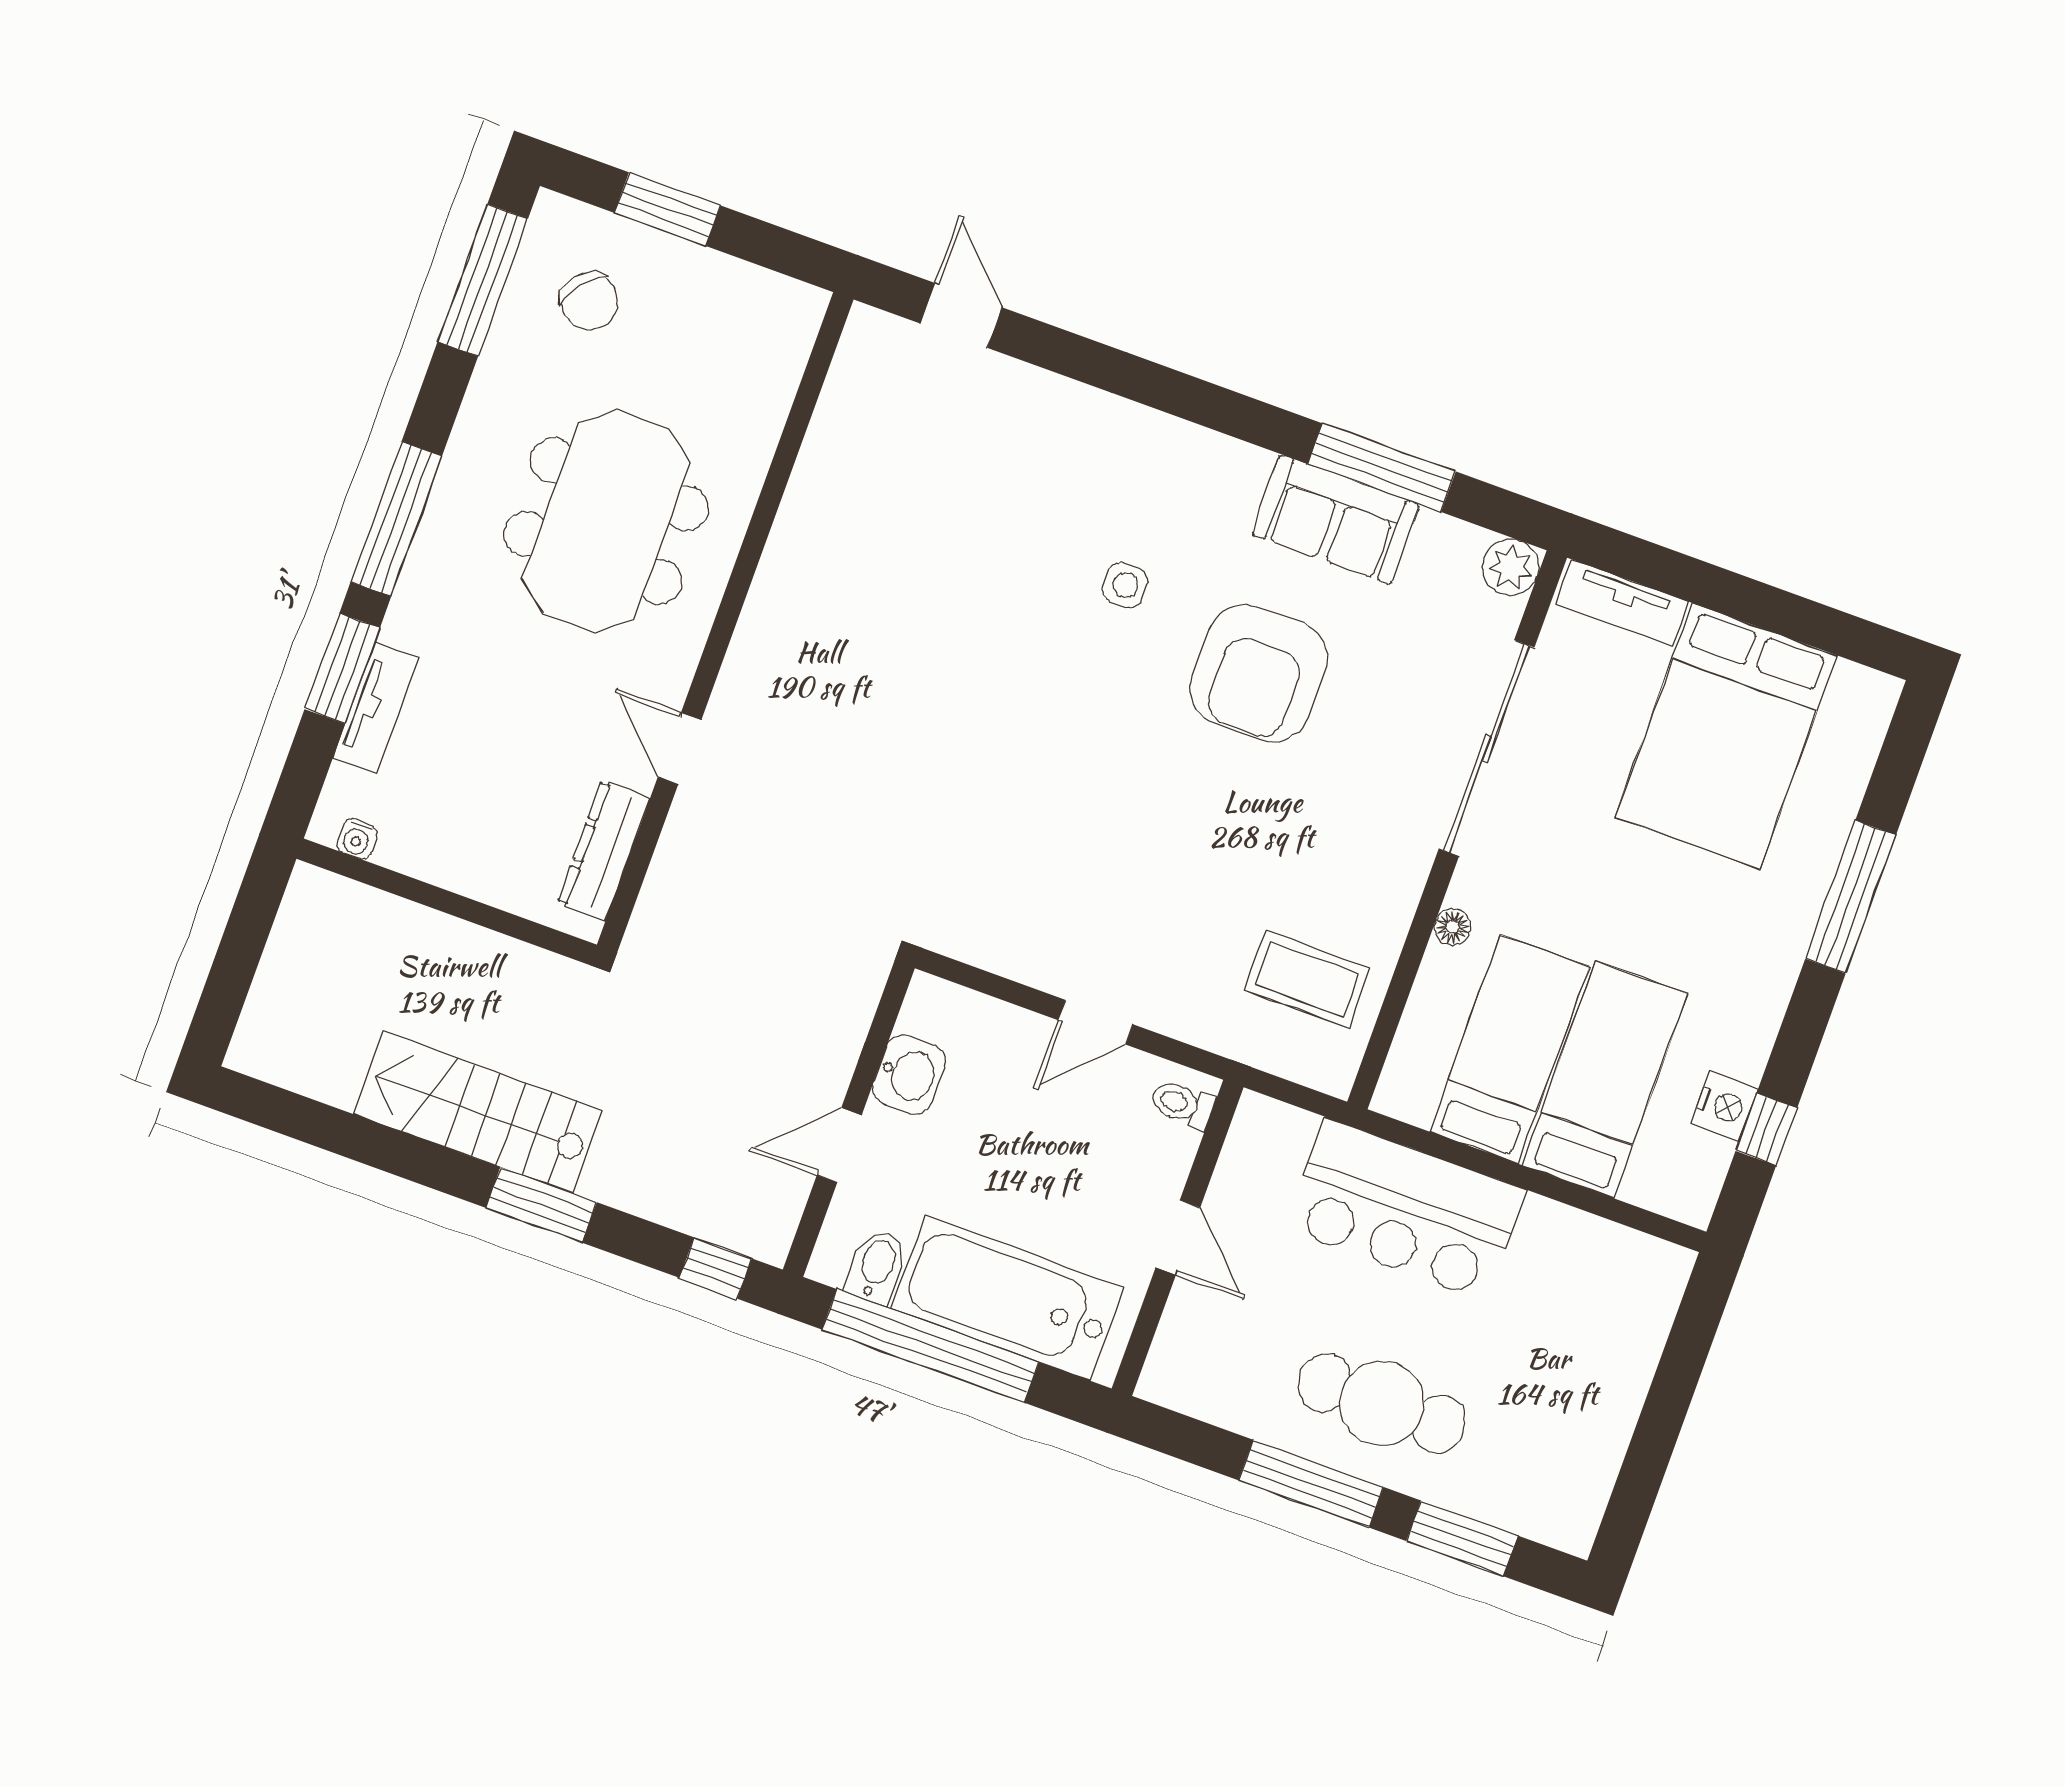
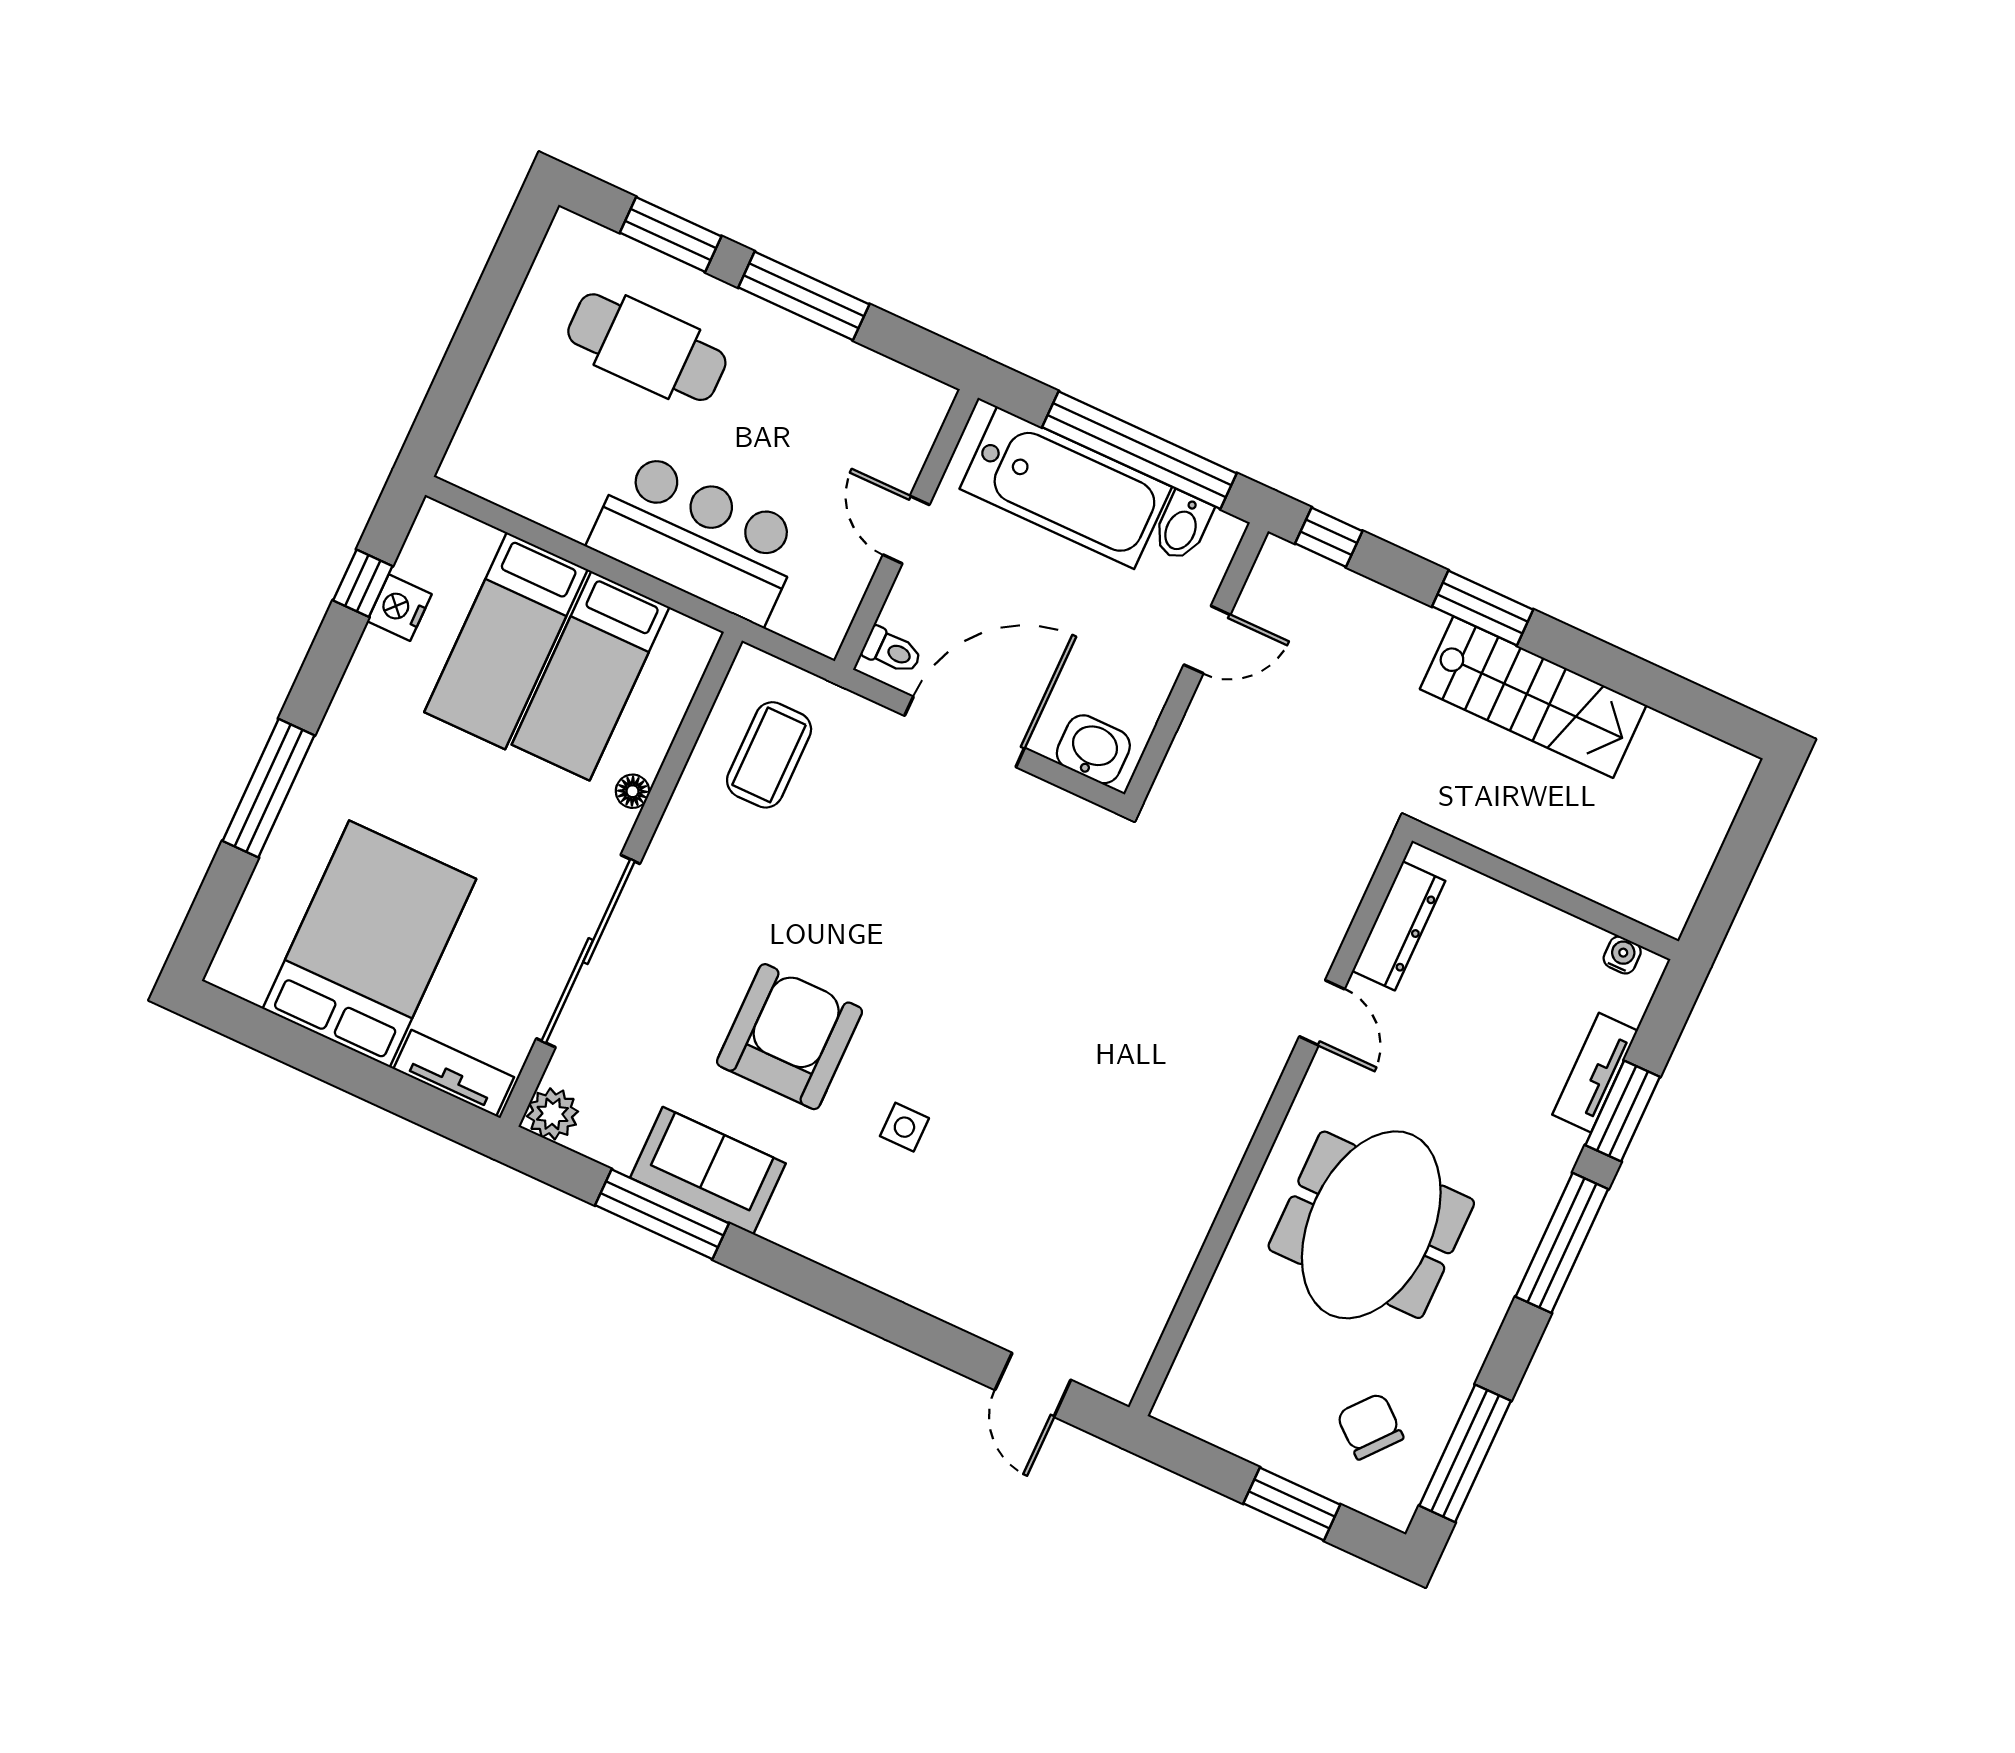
coffee table: (1307, 979) -> (769, 755), turned 90
door: (1096, 1022) -> (965, 732), width x1.87
washbasin: (909, 1074) -> (1093, 749), moved, turned 90
cafe table: (1382, 1403) -> (647, 347), moved

